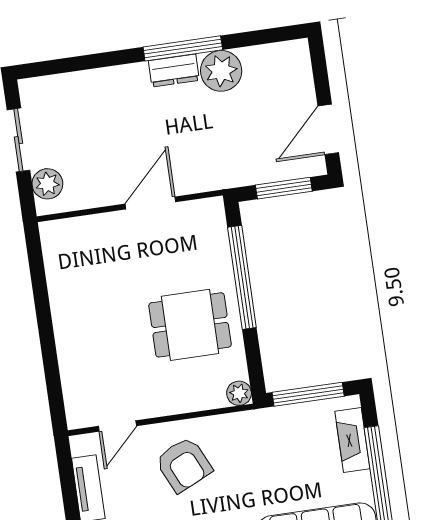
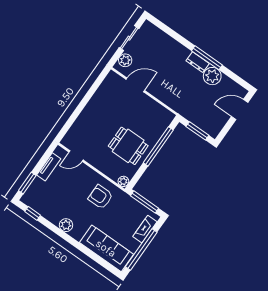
door: (328, 129) -> (240, 109), moved
door: (150, 203) -> (135, 85), moved
armchair: (184, 465) -> (101, 197), moved, turned 115

